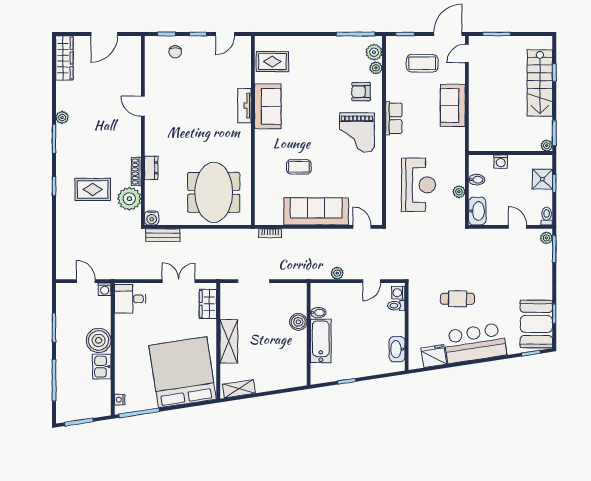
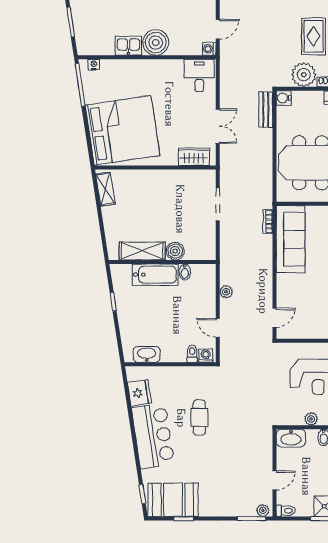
sofa: (316, 211) -> (291, 239), moved
shelving: (229, 341) -> (142, 251), moved

